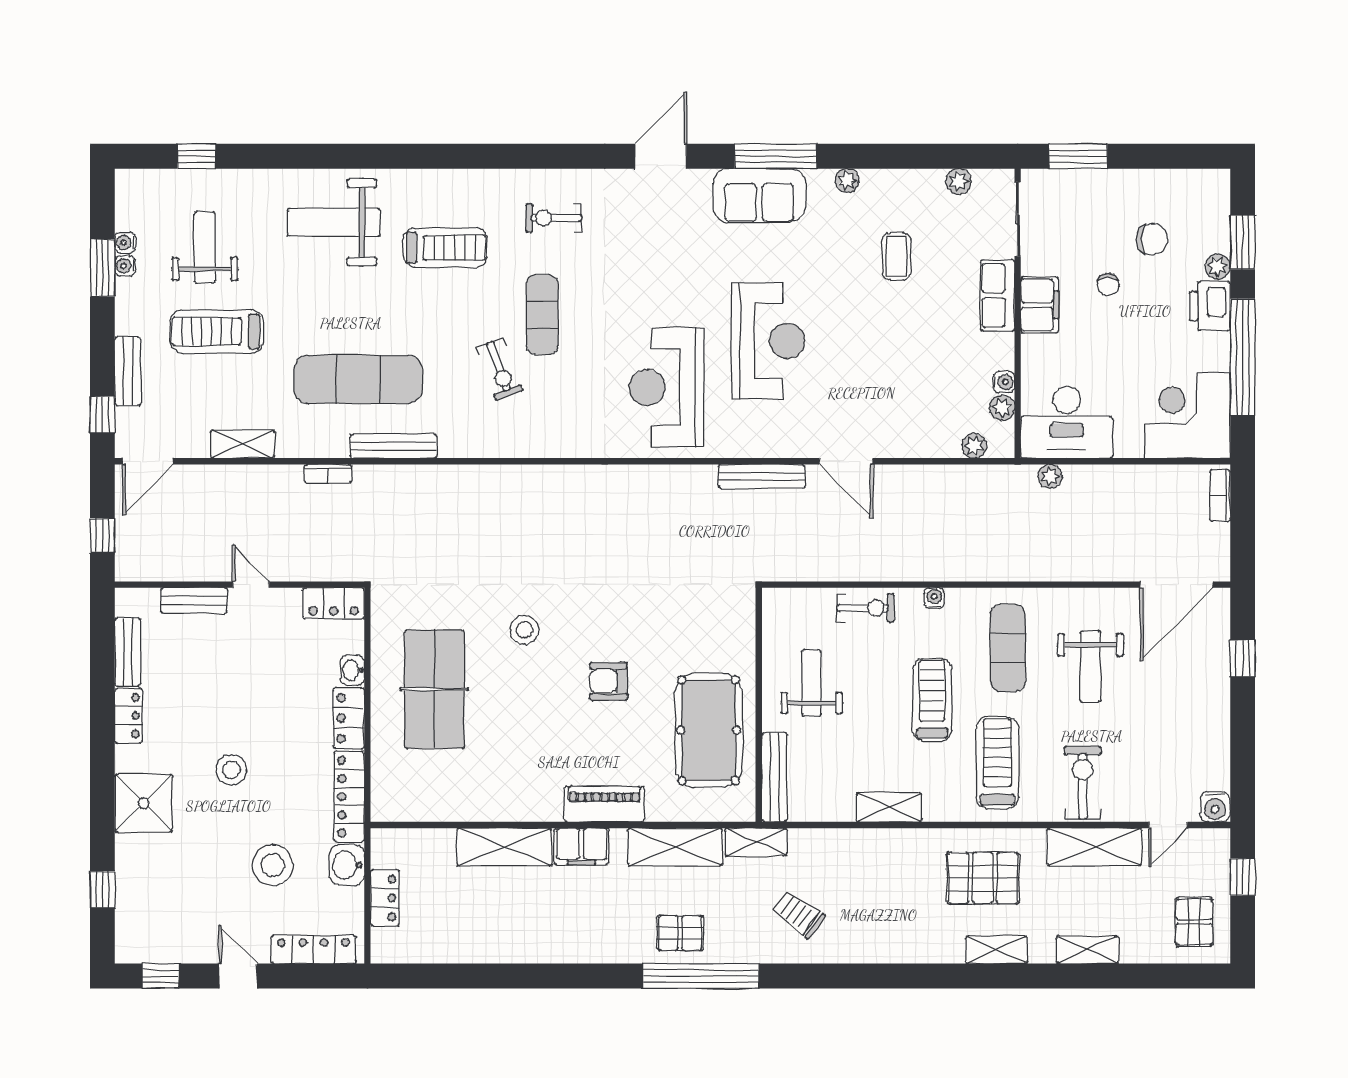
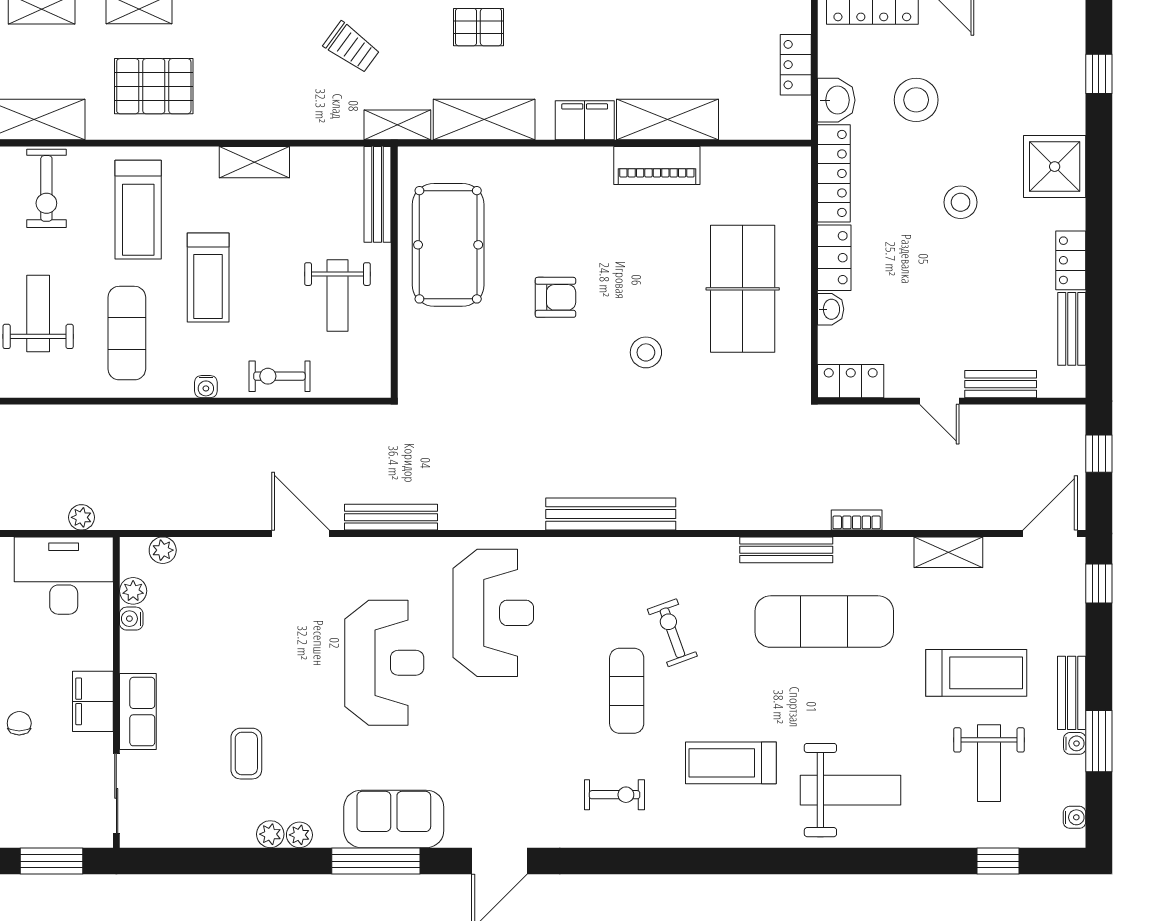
plant: (958, 181) -> (270, 834), moved
water cooler: (125, 243) -> (1075, 817), moved
reception desk: (768, 341) -> (384, 663), turned 180
bench: (128, 371) -> (1072, 693), moved
bench: (557, 479) -> (611, 514), added
piano: (604, 804) -> (657, 166), moved

